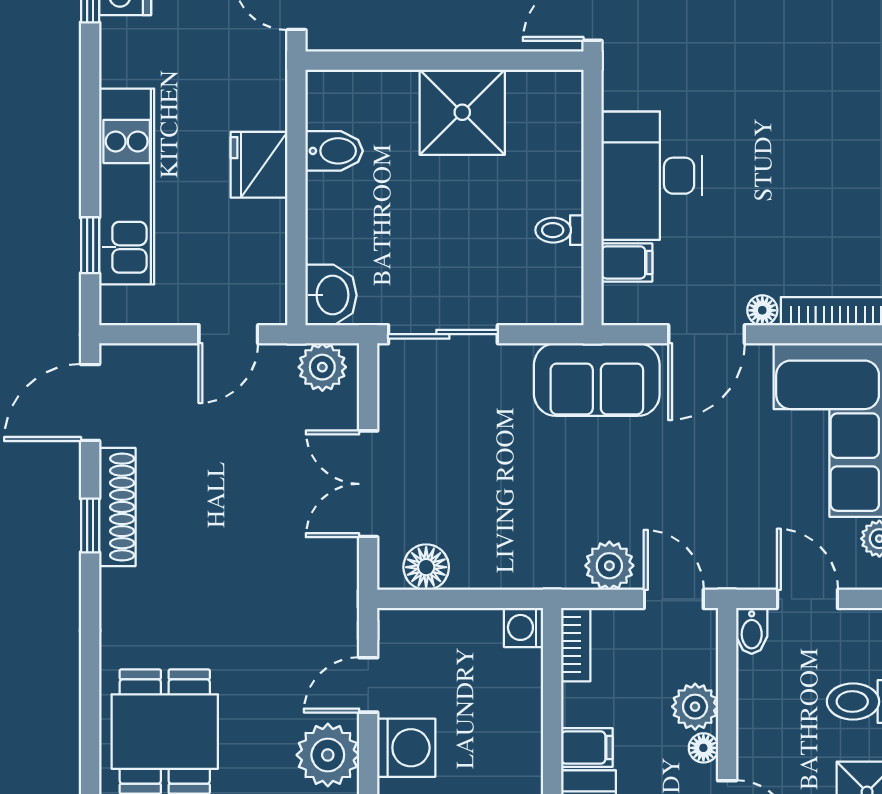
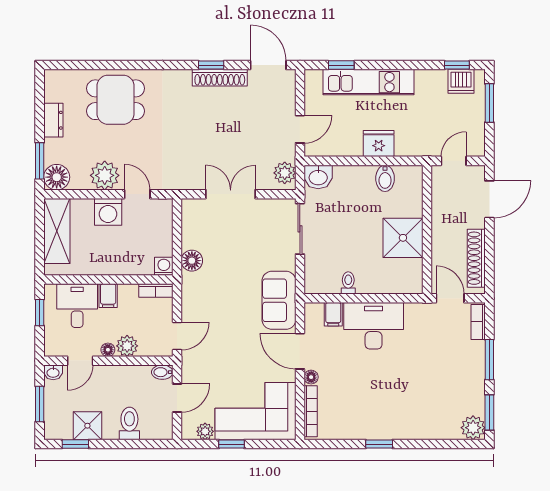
door: (228, 334) -> (300, 129), swing flipped
plant: (609, 566) -> (192, 306), removed
floor lamp: (426, 567) -> (192, 261), moved

